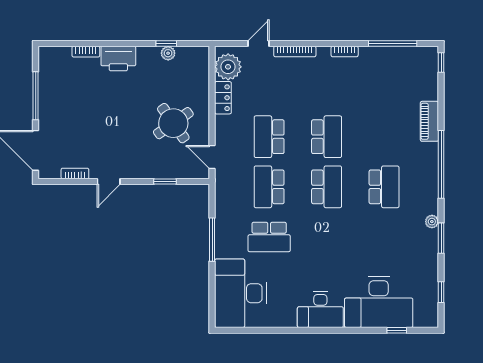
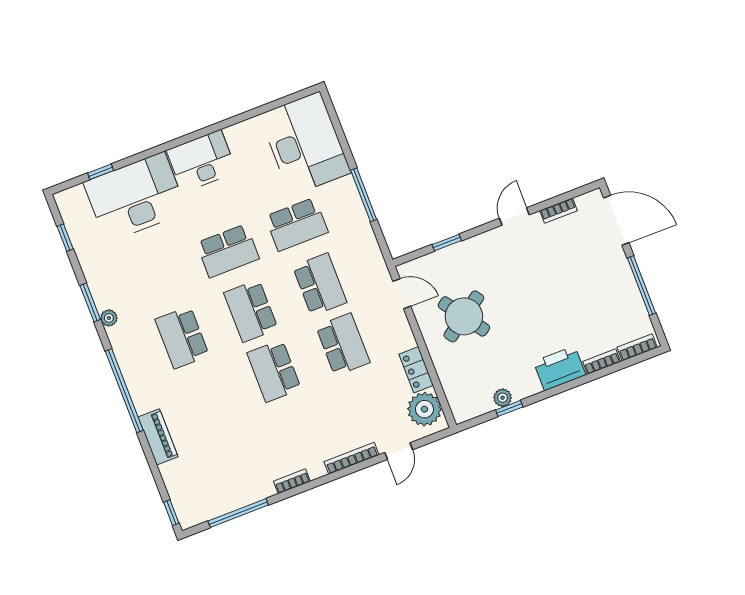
bookcase: (56, 52) -> (637, 347), added
school desk: (269, 237) -> (297, 224), turned 180
school desk: (327, 237) -> (228, 251), added

